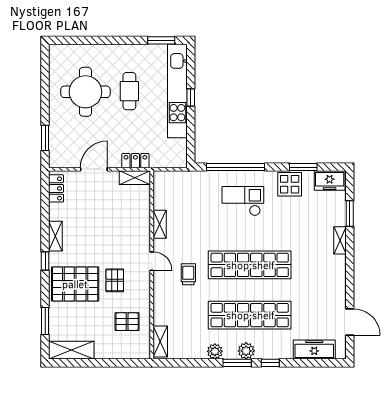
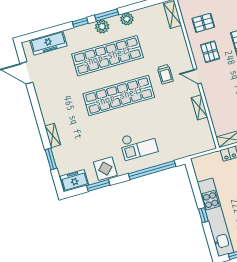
pallet: (115, 280) -> (210, 52), moved

